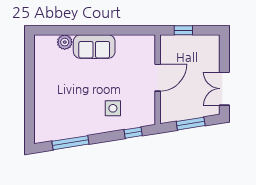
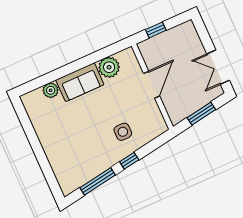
plant: (126, 45) -> (109, 67), added
window: (133, 133) -> (129, 161), moved

